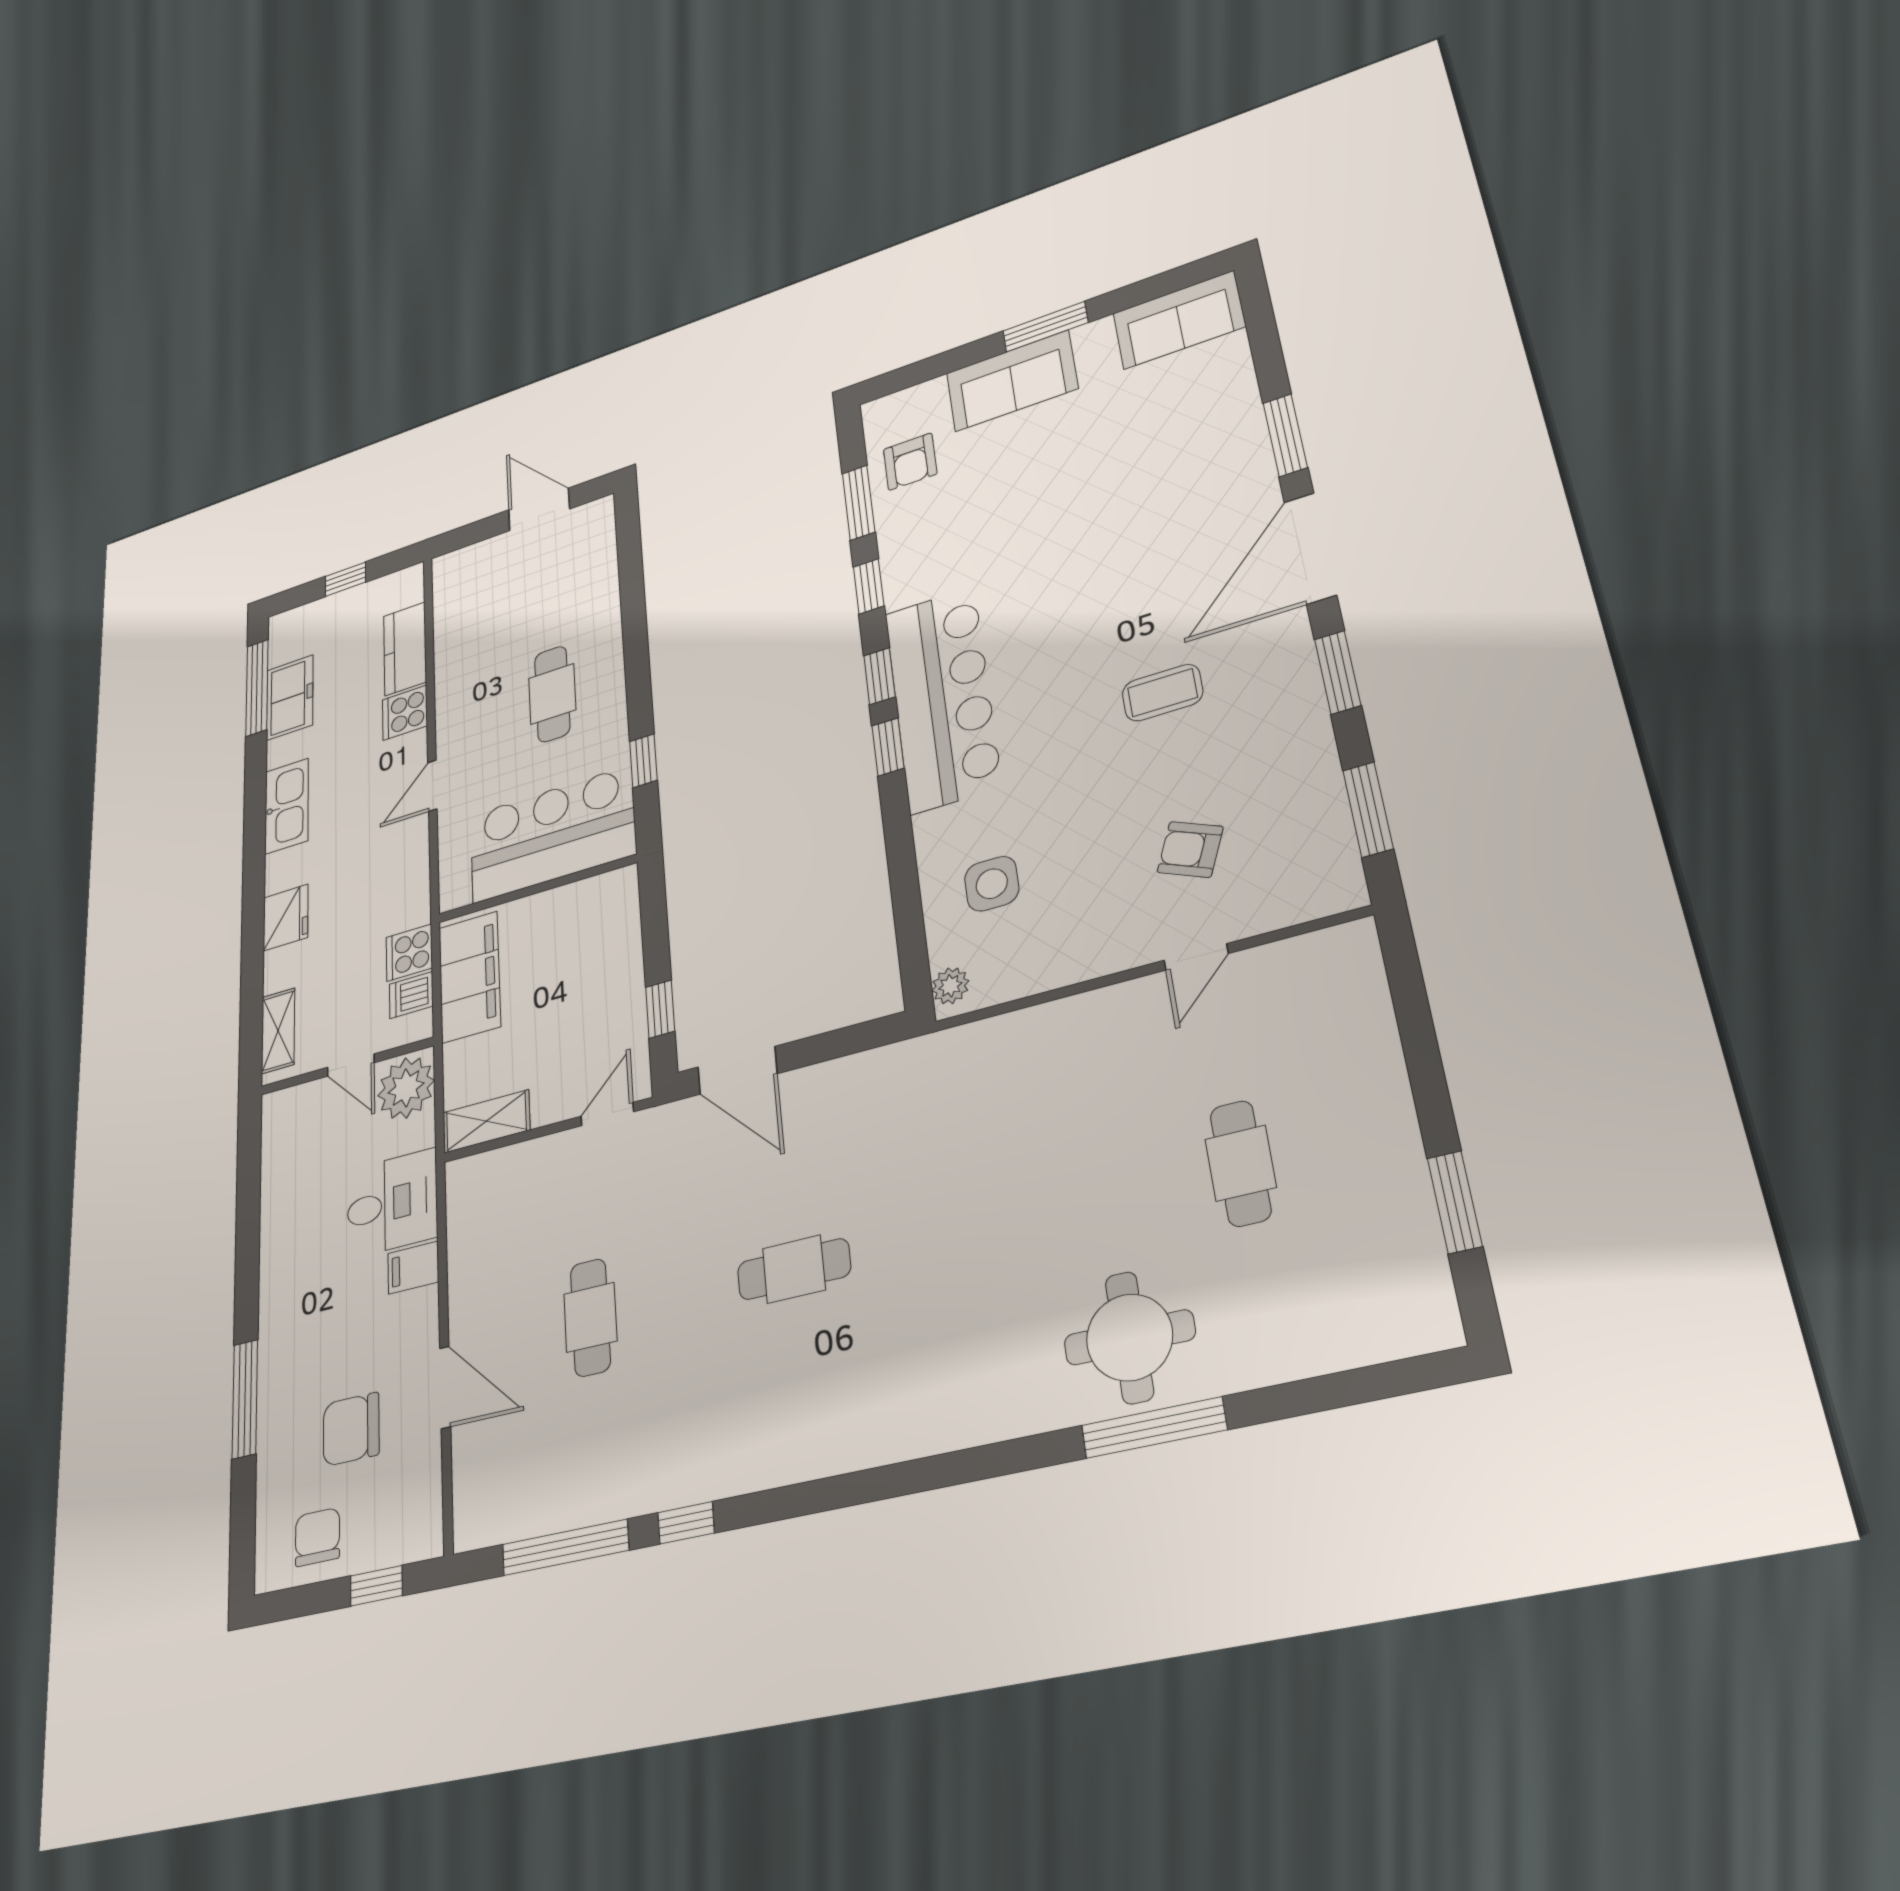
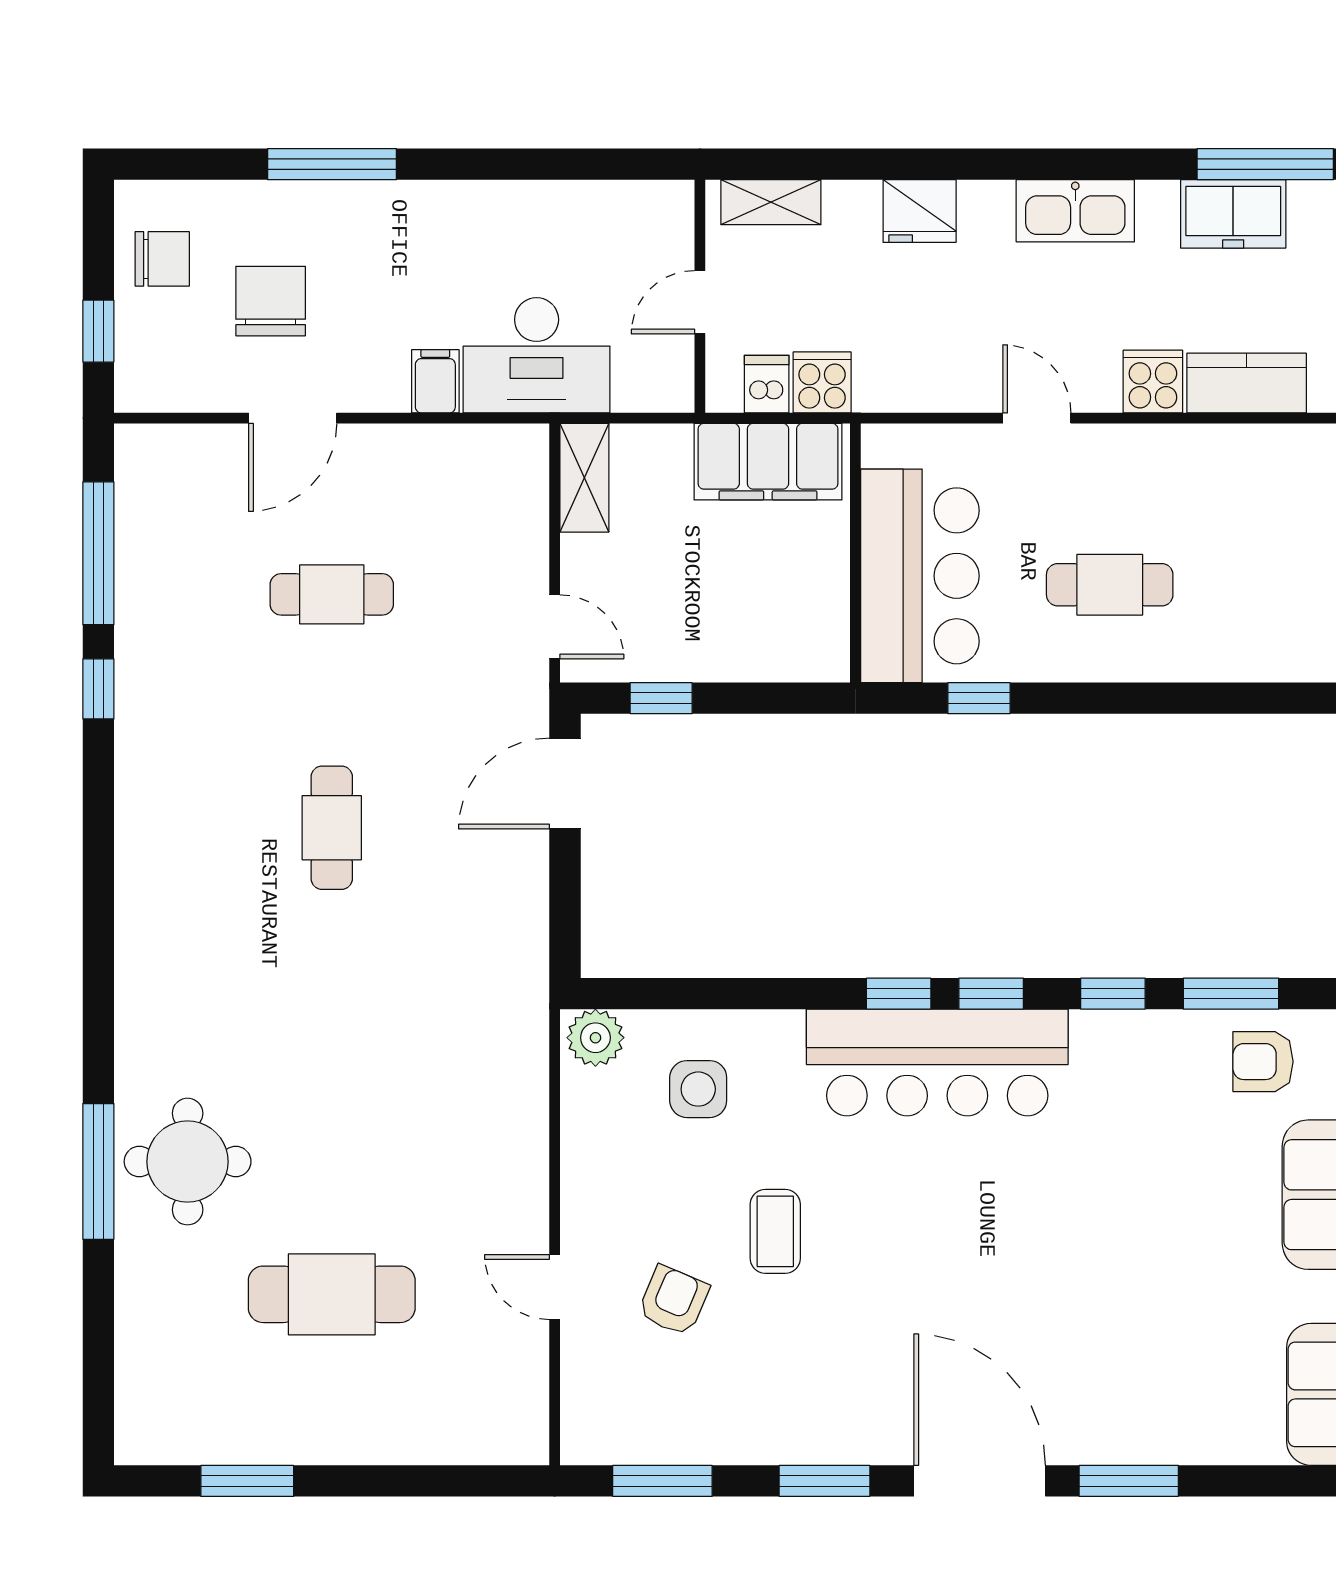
coffee table: (1163, 693) -> (775, 1231), moved
plant: (950, 986) -> (595, 1038), width x1.38, depth x1.38
plant: (406, 1088) -> (652, 375), removed
cafe table: (1241, 1163) -> (332, 1294), width x1.37, depth x1.35
desk: (392, 1203) -> (537, 355), width x1.37

